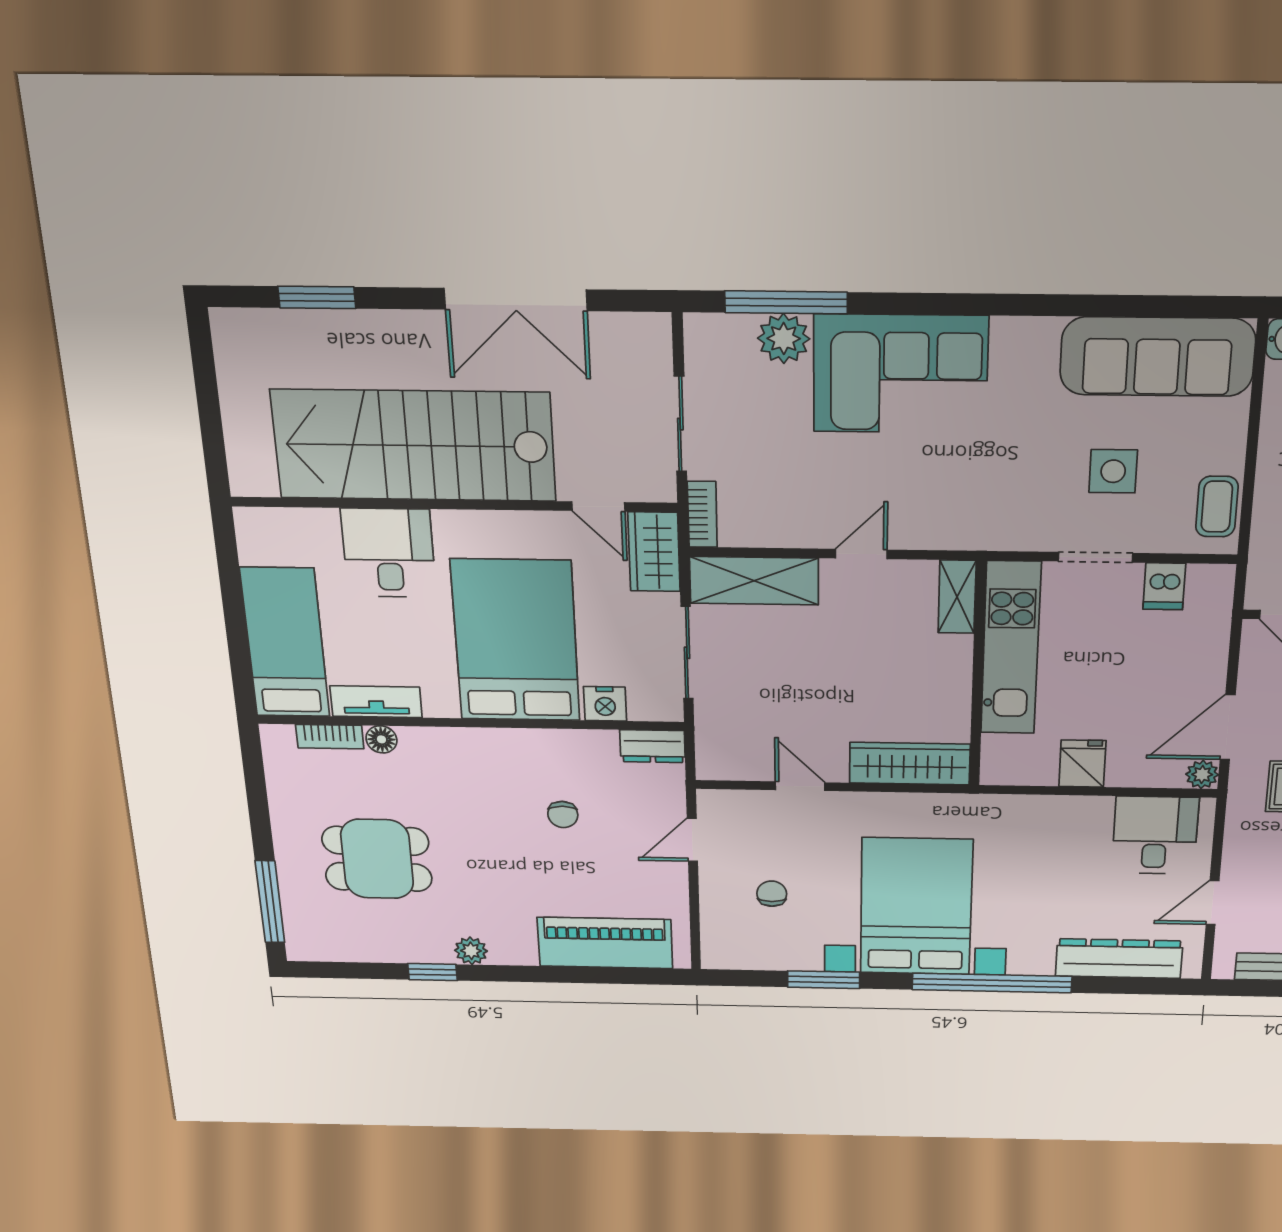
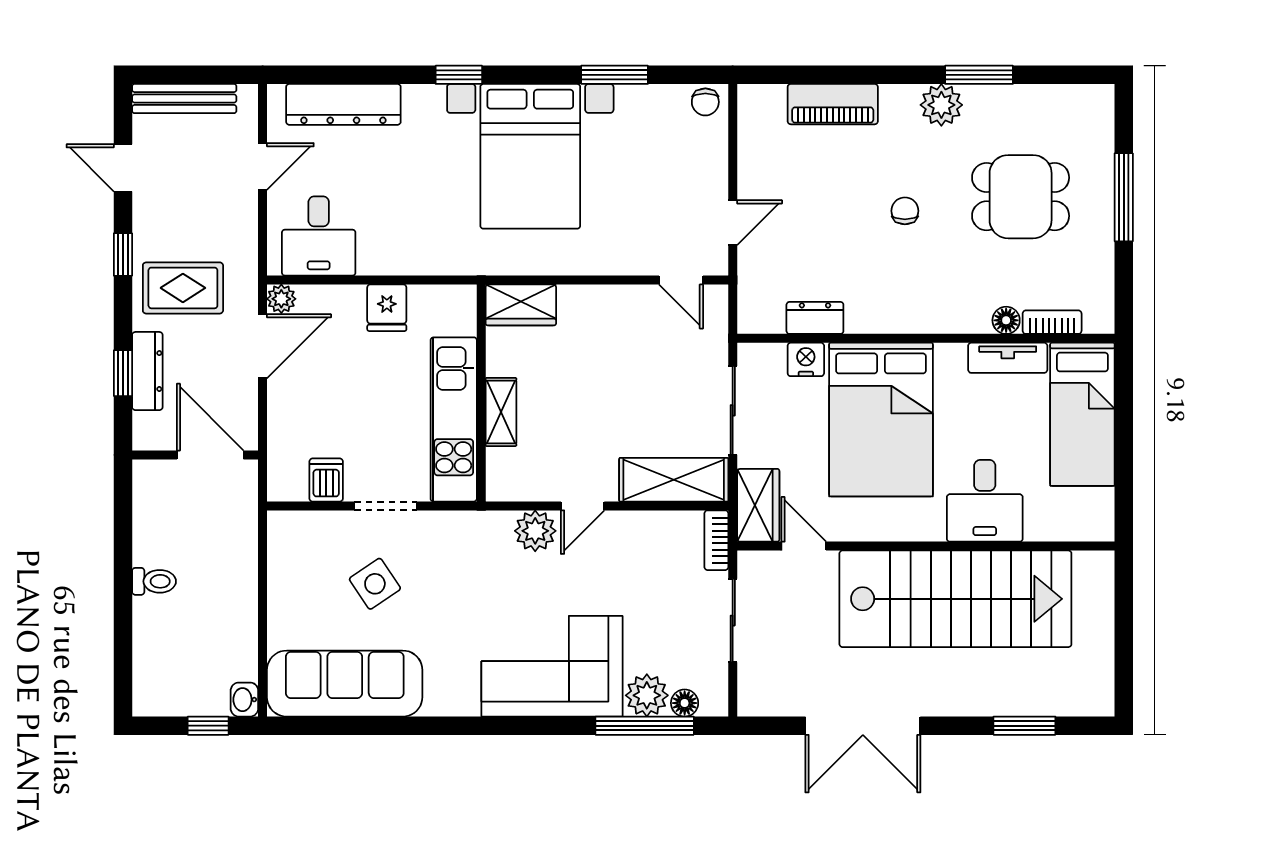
double door: (516, 299) -> (863, 726), swing flipped
floor lamp: (737, 329) -> (685, 703), added
side table: (1113, 471) -> (375, 584), turned -34
coffee table: (1217, 507) -> (287, 554), removed
plant: (918, 528) -> (535, 531), added
shelving: (957, 597) -> (501, 412), moved
dresser: (653, 746) -> (815, 318), moved
wardrobe: (910, 764) -> (521, 305), width x0.67
door: (800, 786) -> (681, 280), moved
chair: (563, 815) -> (905, 211), moved
chair: (772, 894) -> (705, 102), moved
window: (270, 902) -> (1124, 197), moved
piano: (605, 943) -> (833, 104), width x0.73, depth x0.75
plant: (471, 951) -> (941, 105), width x1.38, depth x1.38
window: (433, 972) -> (979, 75), width x1.50
window: (992, 983) -> (459, 75), width x0.32

